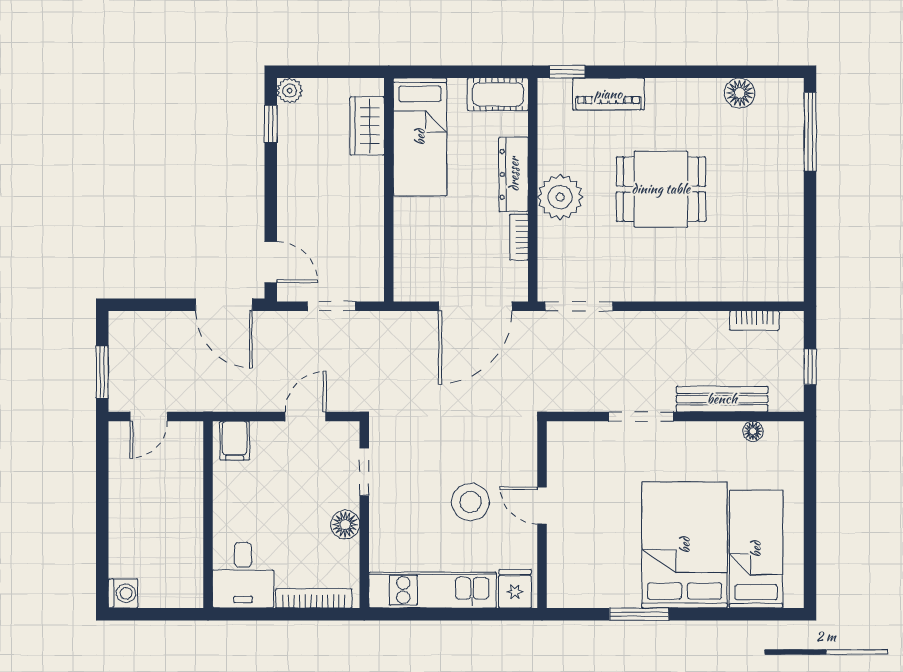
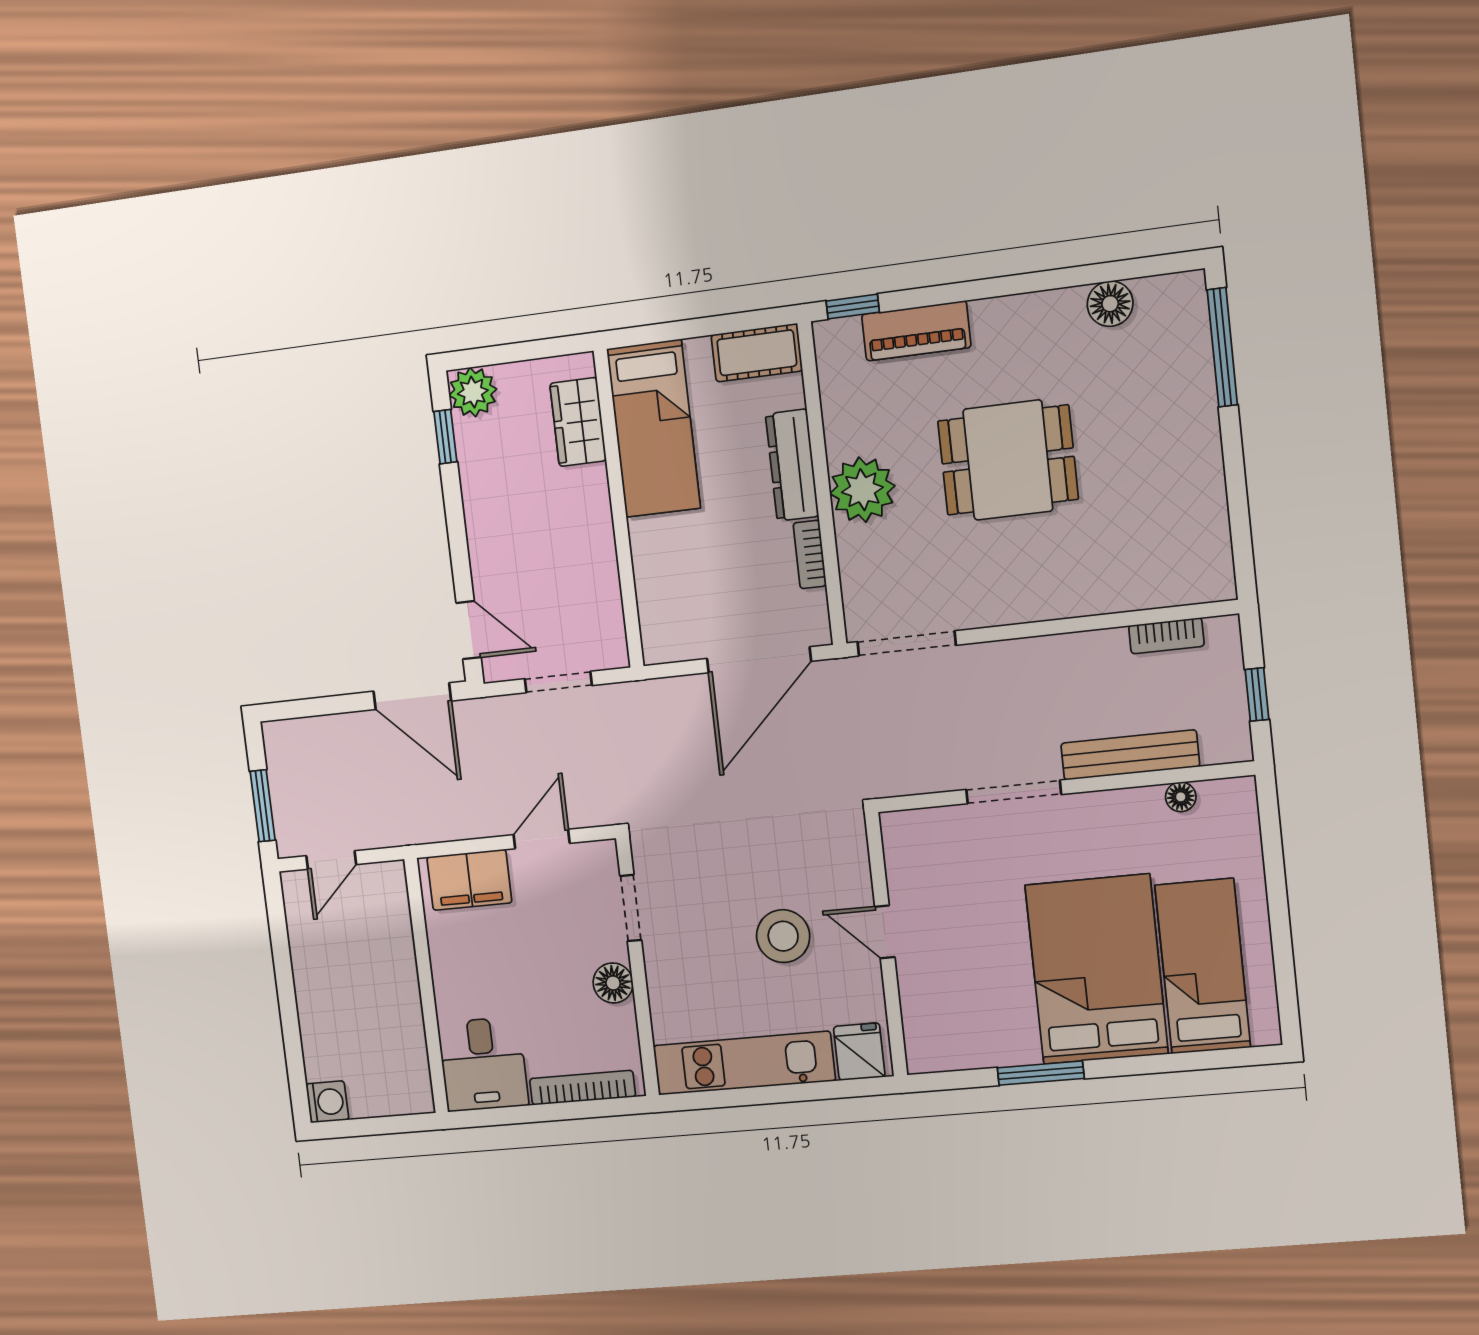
plant: (290, 91) -> (473, 392), width x1.38, depth x1.38
filing cabinet: (235, 441) -> (469, 880), width x2.00

